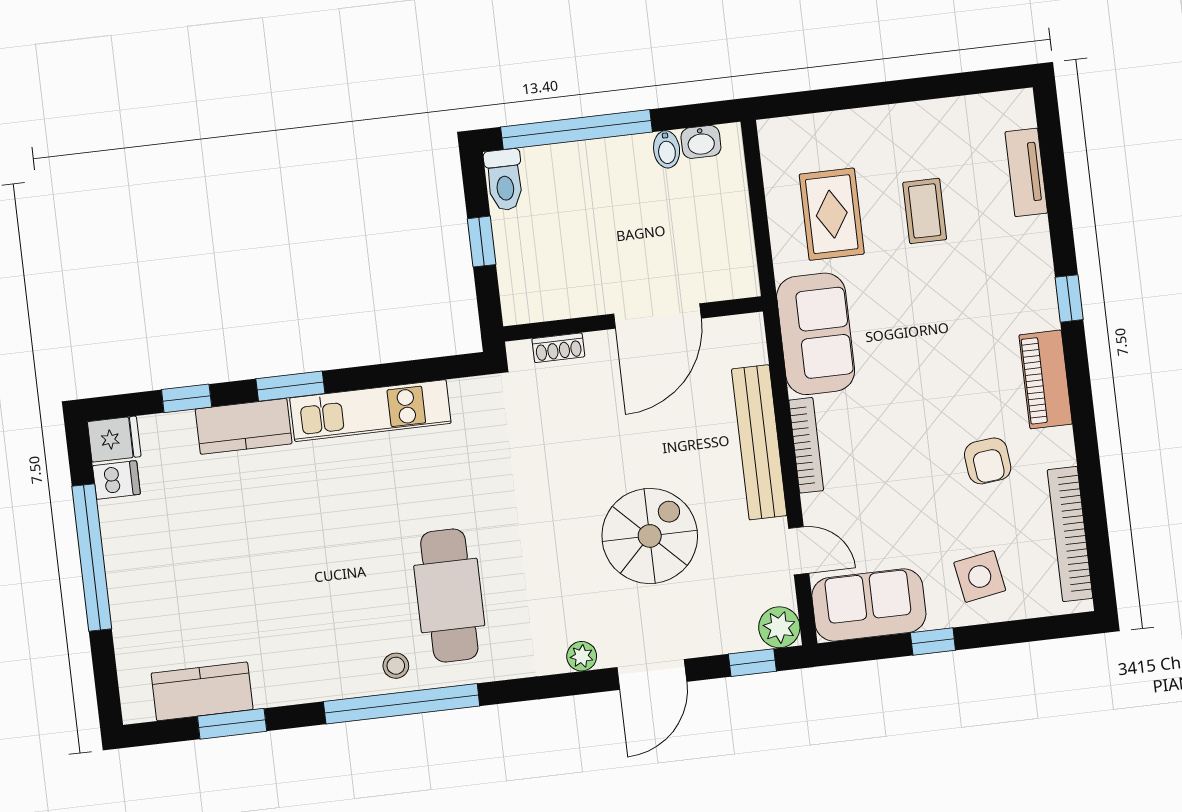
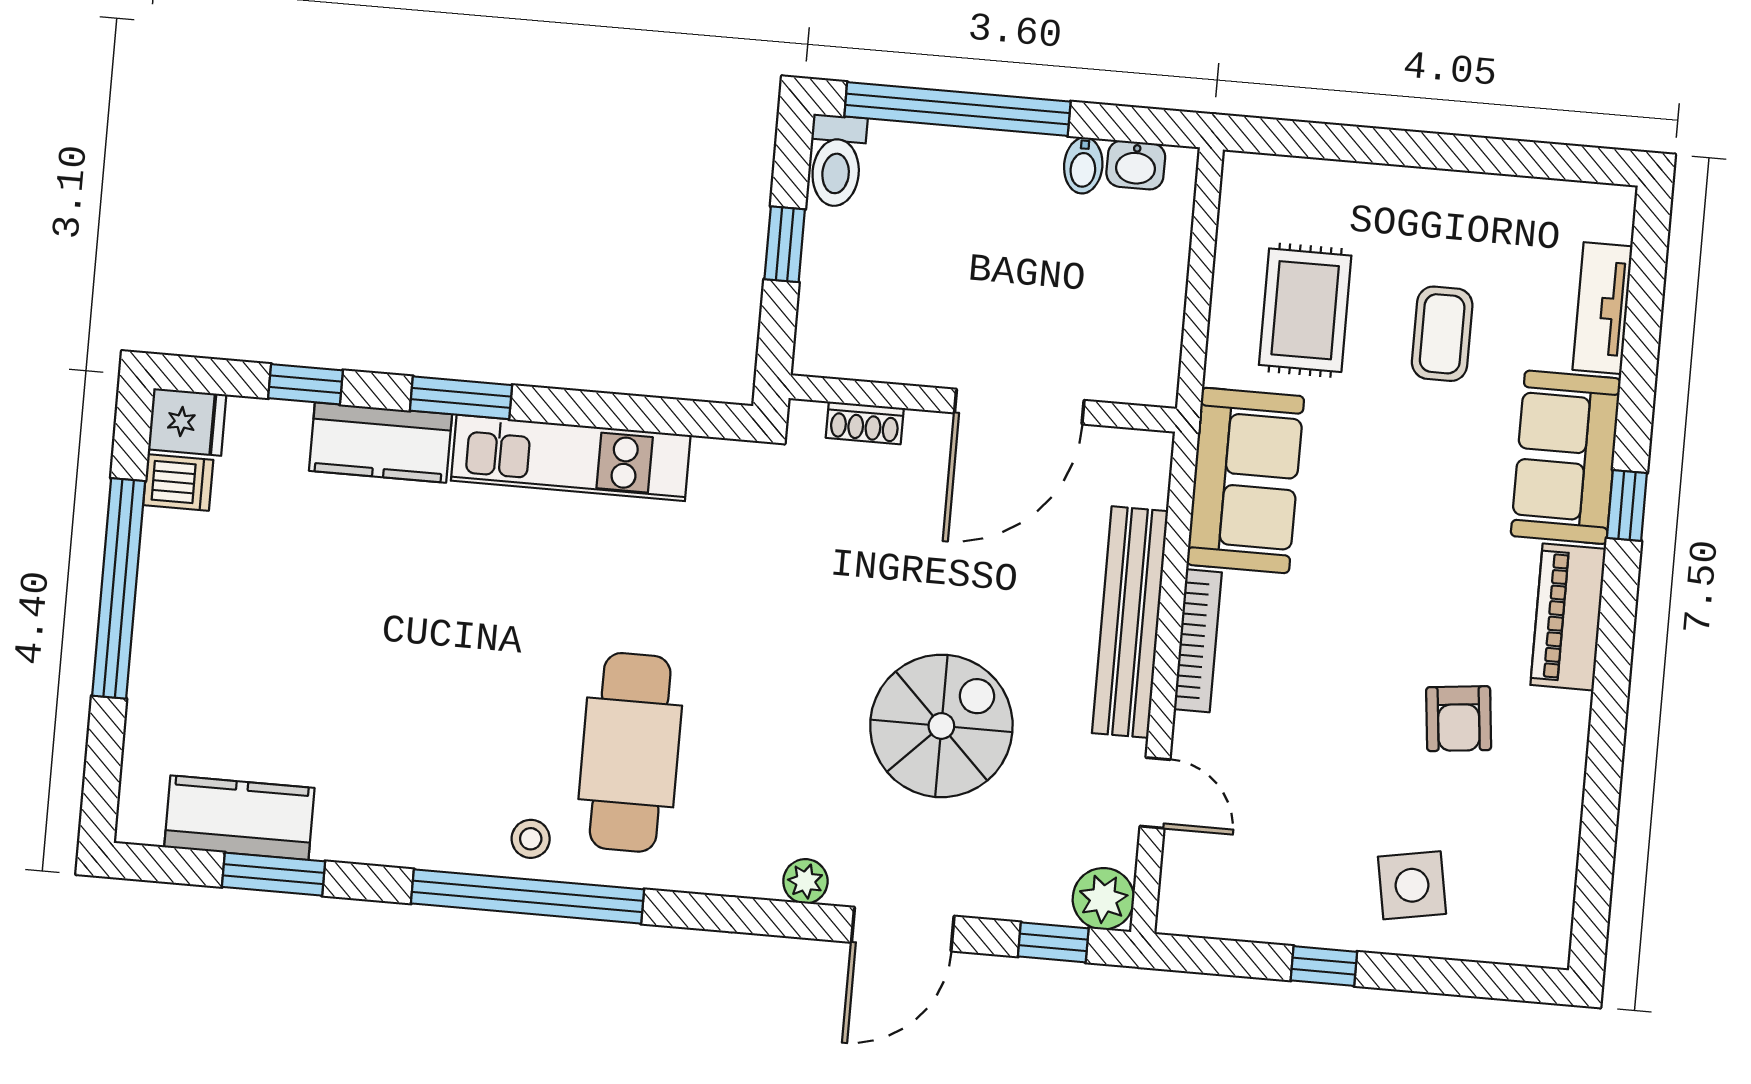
bookcase: (1070, 534) -> (1557, 850), removed
sofa: (869, 605) -> (1566, 457), moved, turned -90

